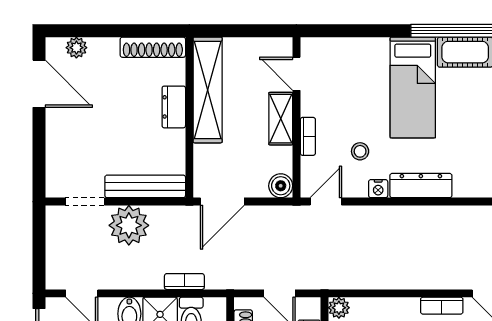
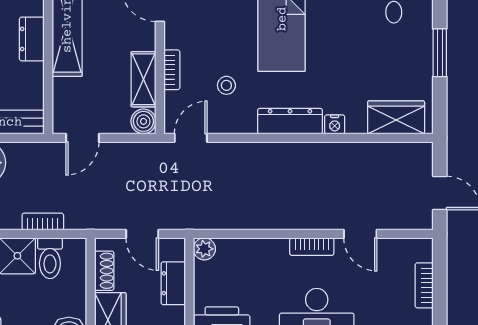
shelving: (281, 119) -> (144, 79), moved
nightstand: (378, 189) -> (335, 124), moved
door: (222, 202) -> (82, 138), width x0.73

